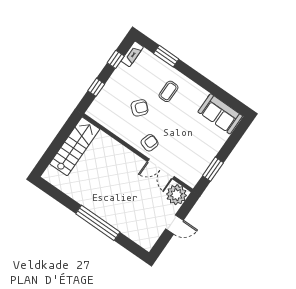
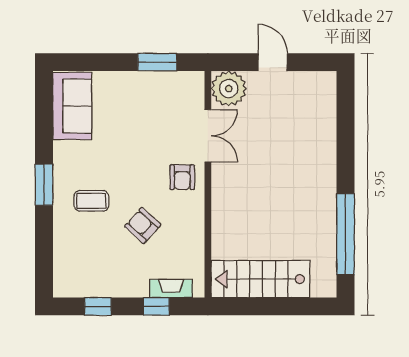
fireplace: (132, 54) -> (171, 289), moved
window: (166, 56) -> (44, 185), moved
armchair: (150, 143) -> (182, 177), turned -108
window: (98, 223) -> (345, 234), moved

